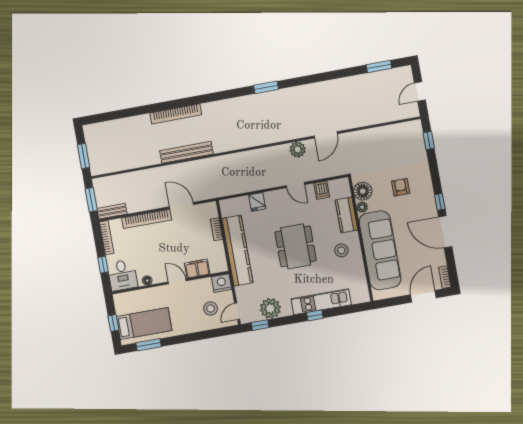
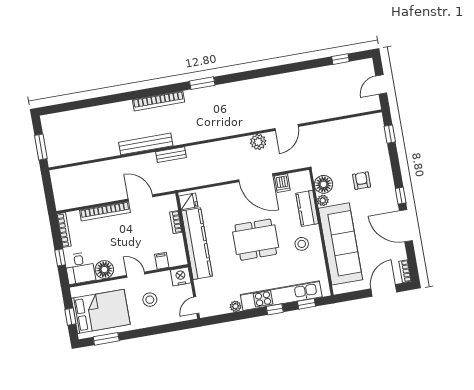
window: (379, 67) -> (340, 59), width x0.67
window: (266, 87) -> (202, 83), moved
bookcase: (176, 114) -> (158, 101), moved
door: (295, 185) -> (256, 178), width x1.87
window: (91, 200) -> (49, 191), removed
fridge: (257, 202) -> (188, 201), moved, turned -90
bench: (112, 211) -> (171, 155), moved
dining table: (296, 246) -> (256, 240), turned 90
filing cabinet: (197, 269) -> (162, 261), width x0.50
floor lamp: (147, 281) -> (104, 270), width x1.89, depth x1.89
kitchen unit: (321, 302) -> (281, 296), width x1.36
plant: (270, 308) -> (236, 306), width x0.53, depth x0.53
stool: (211, 309) -> (150, 300), moved
bed: (144, 323) -> (101, 311), width x1.50
window: (260, 325) -> (306, 304), moved

